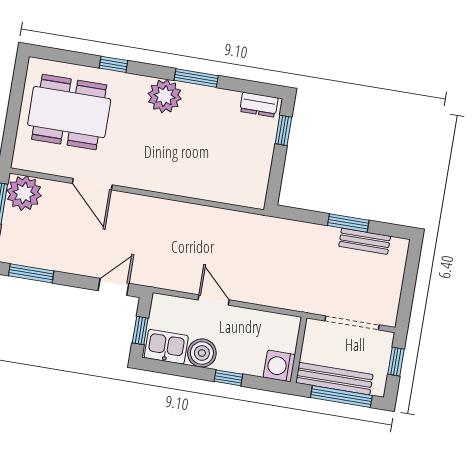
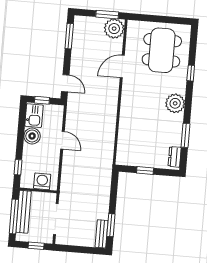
window: (196, 78) -> (185, 135), moved
window: (283, 130) -> (145, 171), moved
window: (348, 223) -> (111, 225), moved
bench: (365, 241) -> (102, 234), moved
door: (214, 300) -> (62, 140), hinge flipped
washing machine: (279, 366) -> (42, 181), moved
window: (228, 378) -> (18, 167), moved

